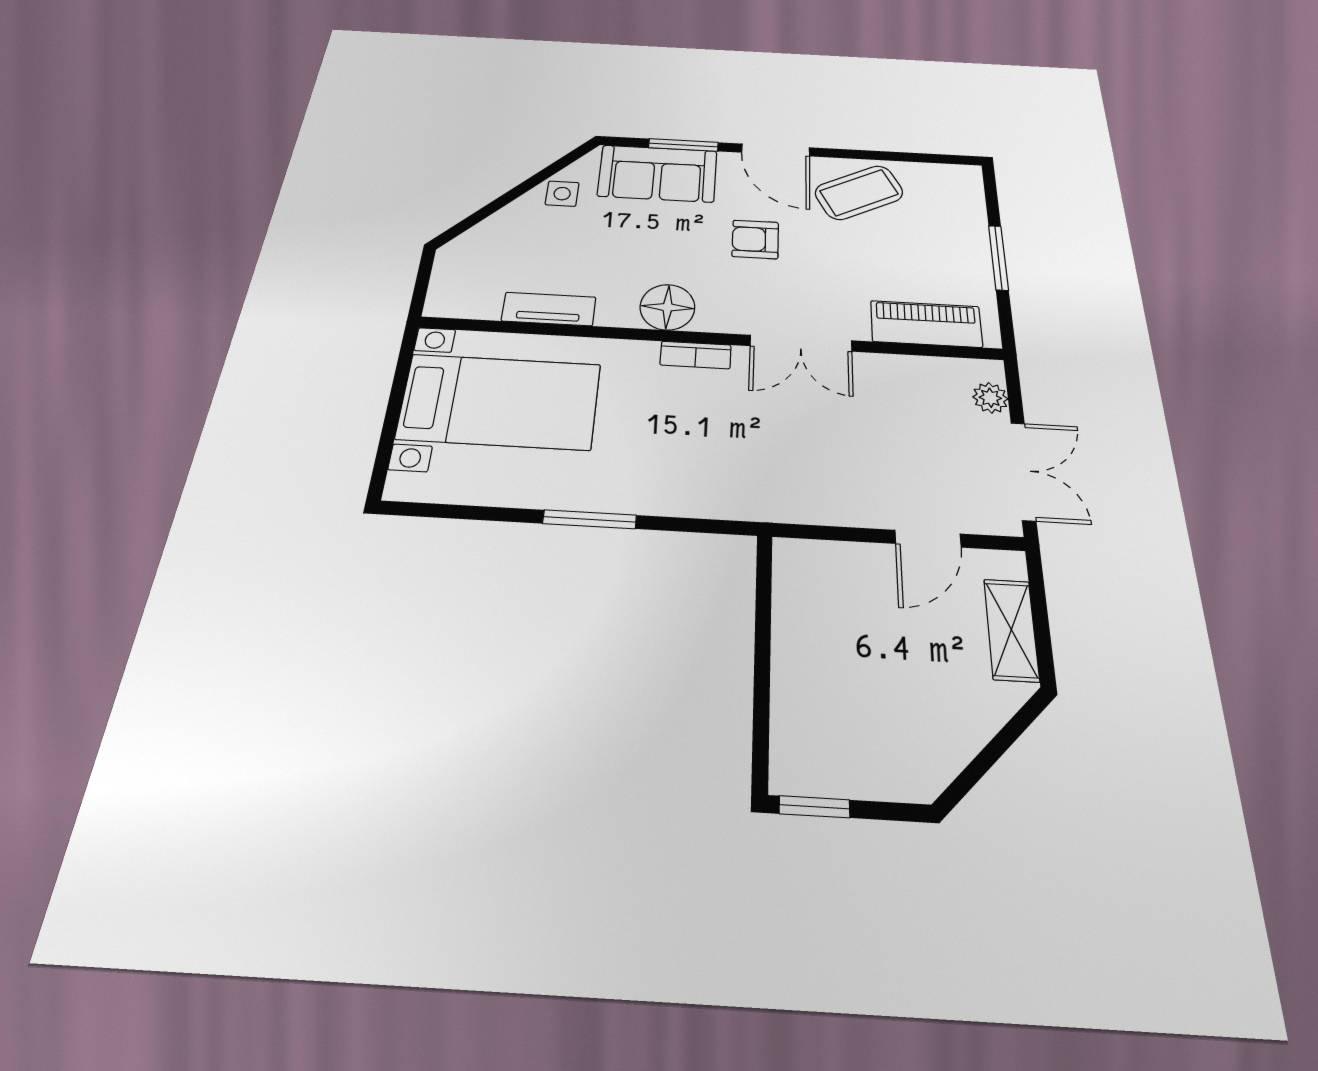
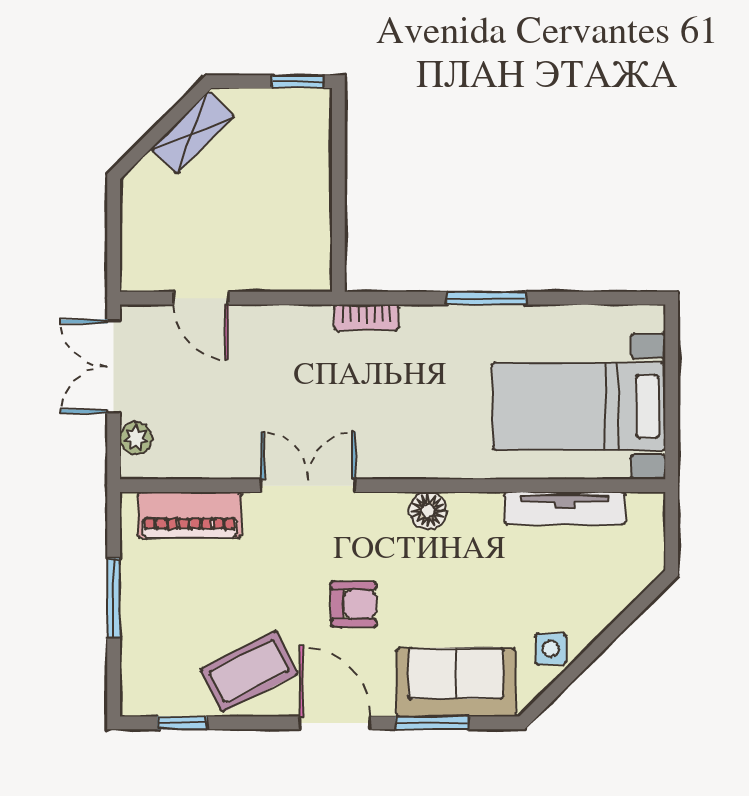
window: (922, 158) -> (182, 723), added
floor lamp: (667, 307) -> (428, 511), width x0.73, depth x0.73
tv unit: (549, 309) -> (565, 508), width x1.41
bookcase: (696, 355) -> (367, 317), moved, turned 180
door: (928, 539) -> (201, 298), swing flipped
shelving: (1011, 630) -> (193, 132), moved, turned 45

